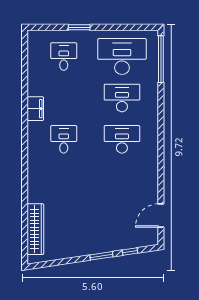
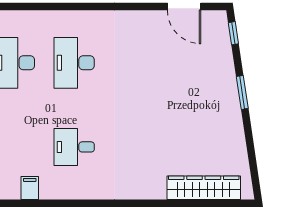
filing cabinet: (35, 109) -> (30, 188), width x0.50
window: (130, 252) -> (233, 33), moved

